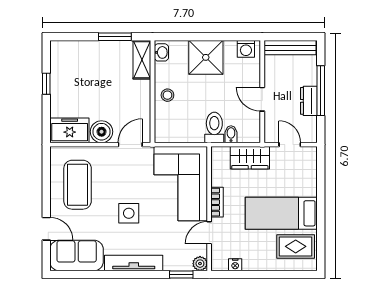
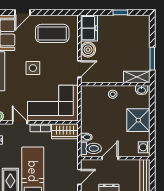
toilet: (214, 127) -> (91, 148), moved
door: (130, 145) -> (79, 69), hinge flipped
wardrobe: (250, 158) -> (65, 131), moved, turned -90

